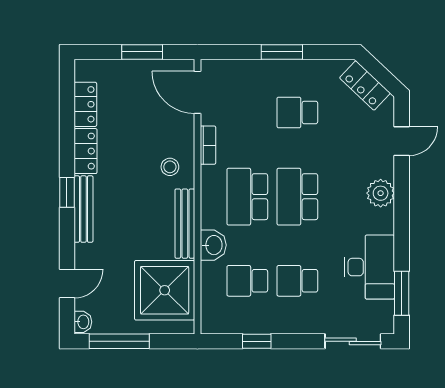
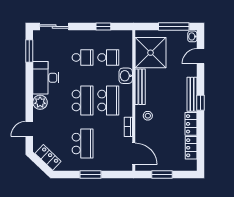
school desk: (297, 112) -> (83, 144), width x1.85
desk: (369, 267) -> (46, 78), moved

